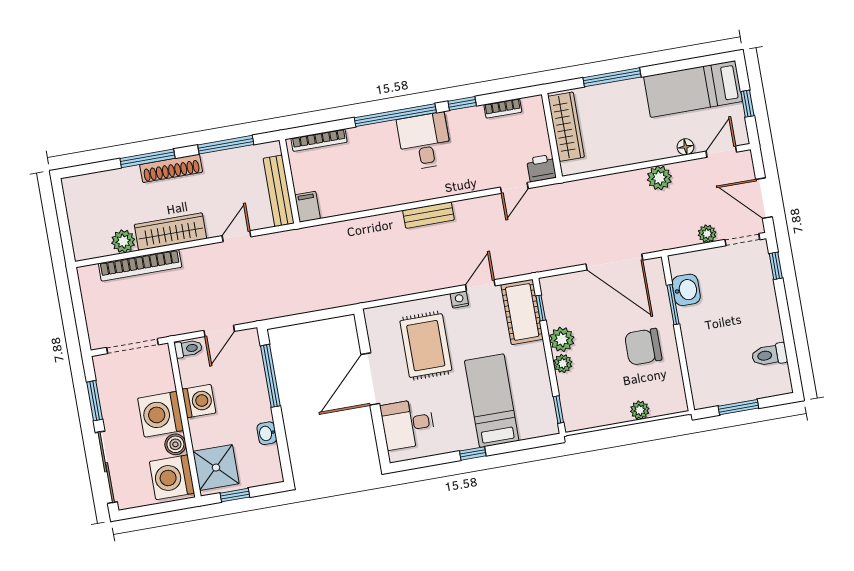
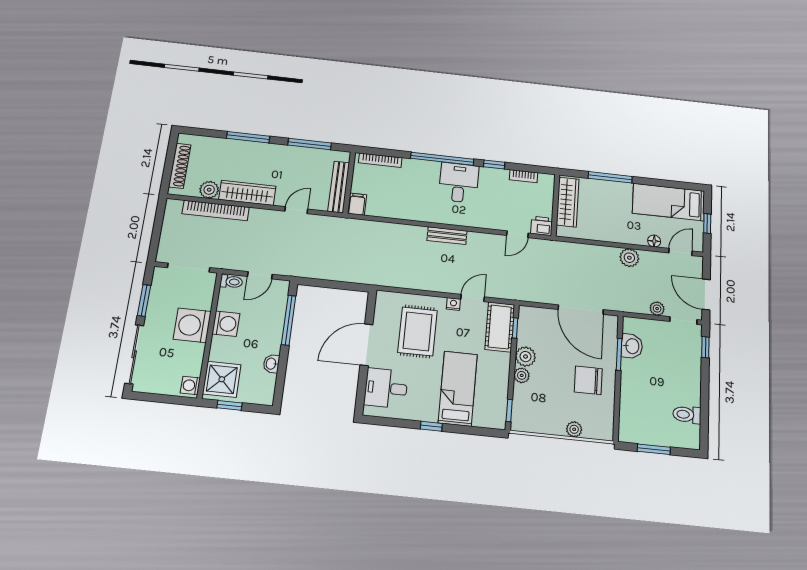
shoe rack: (171, 168) -> (180, 166), moved, turned -90
boiler: (175, 444) -> (196, 352), removed
washing machine: (172, 477) -> (190, 385), width x0.53, depth x0.53

